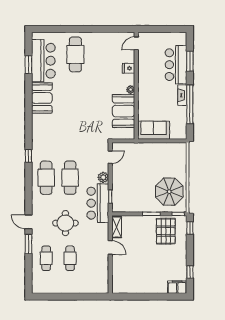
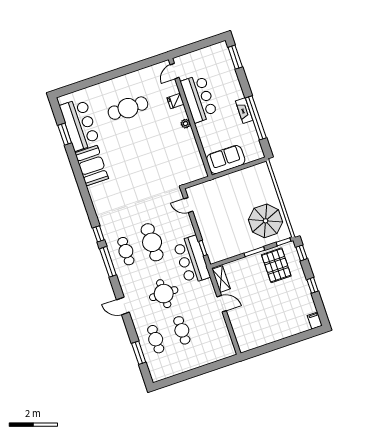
cafe table: (75, 54) -> (128, 108), moved, turned 90
window: (190, 61) -> (235, 57), moved
bar counter: (176, 65) -> (199, 98), moved, turned 180
booth: (124, 111) -> (186, 150), removed
door: (110, 157) -> (188, 205), swing flipped
plant: (103, 177) -> (188, 230), removed
cafe table: (46, 178) -> (126, 251), width x0.73, depth x0.74
window: (28, 181) -> (108, 262), added
window: (28, 244) -> (139, 353), moved
window: (190, 272) -> (312, 285), moved
filing cabinet: (177, 287) -> (315, 320), width x0.50

